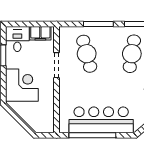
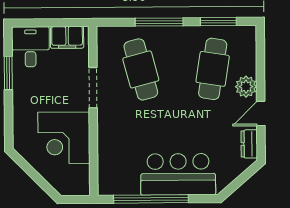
corner desk: (22, 85) -> (64, 138), moved, turned 180
bar counter: (101, 120) -> (178, 174), width x0.73

